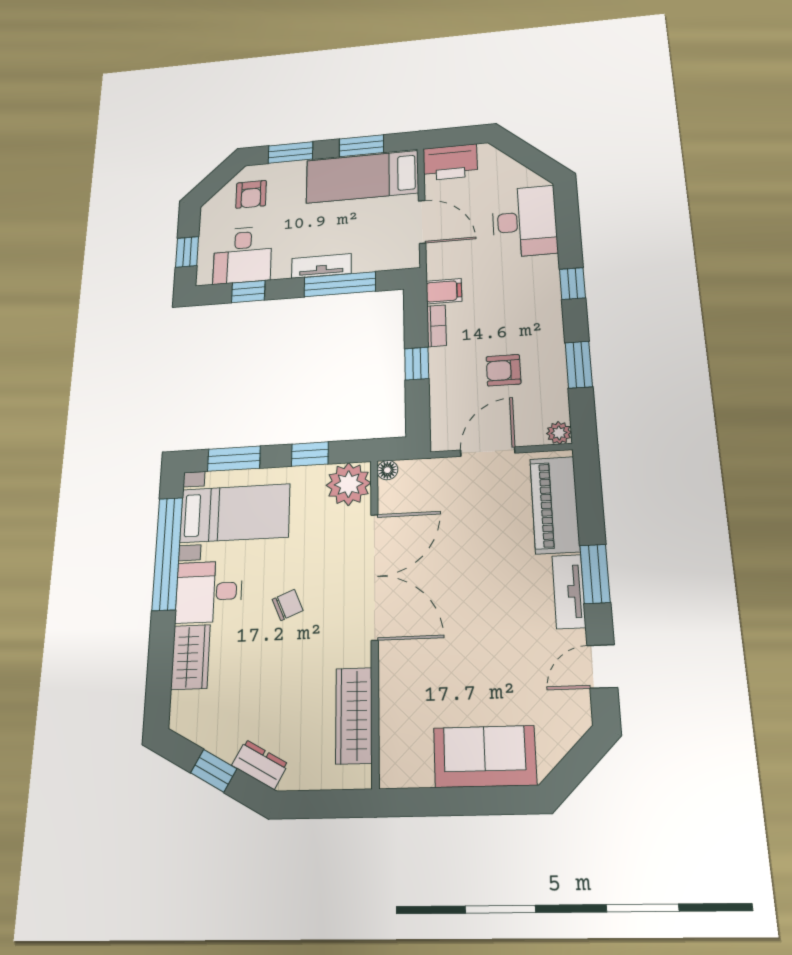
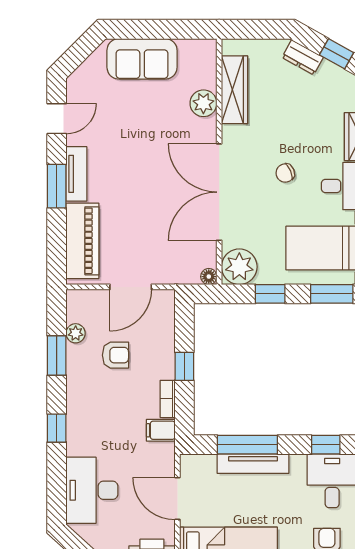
tv unit: (321, 266) -> (253, 464), width x1.41
plant: (559, 433) -> (76, 333), moved
plant: (397, 695) -> (203, 103), added

